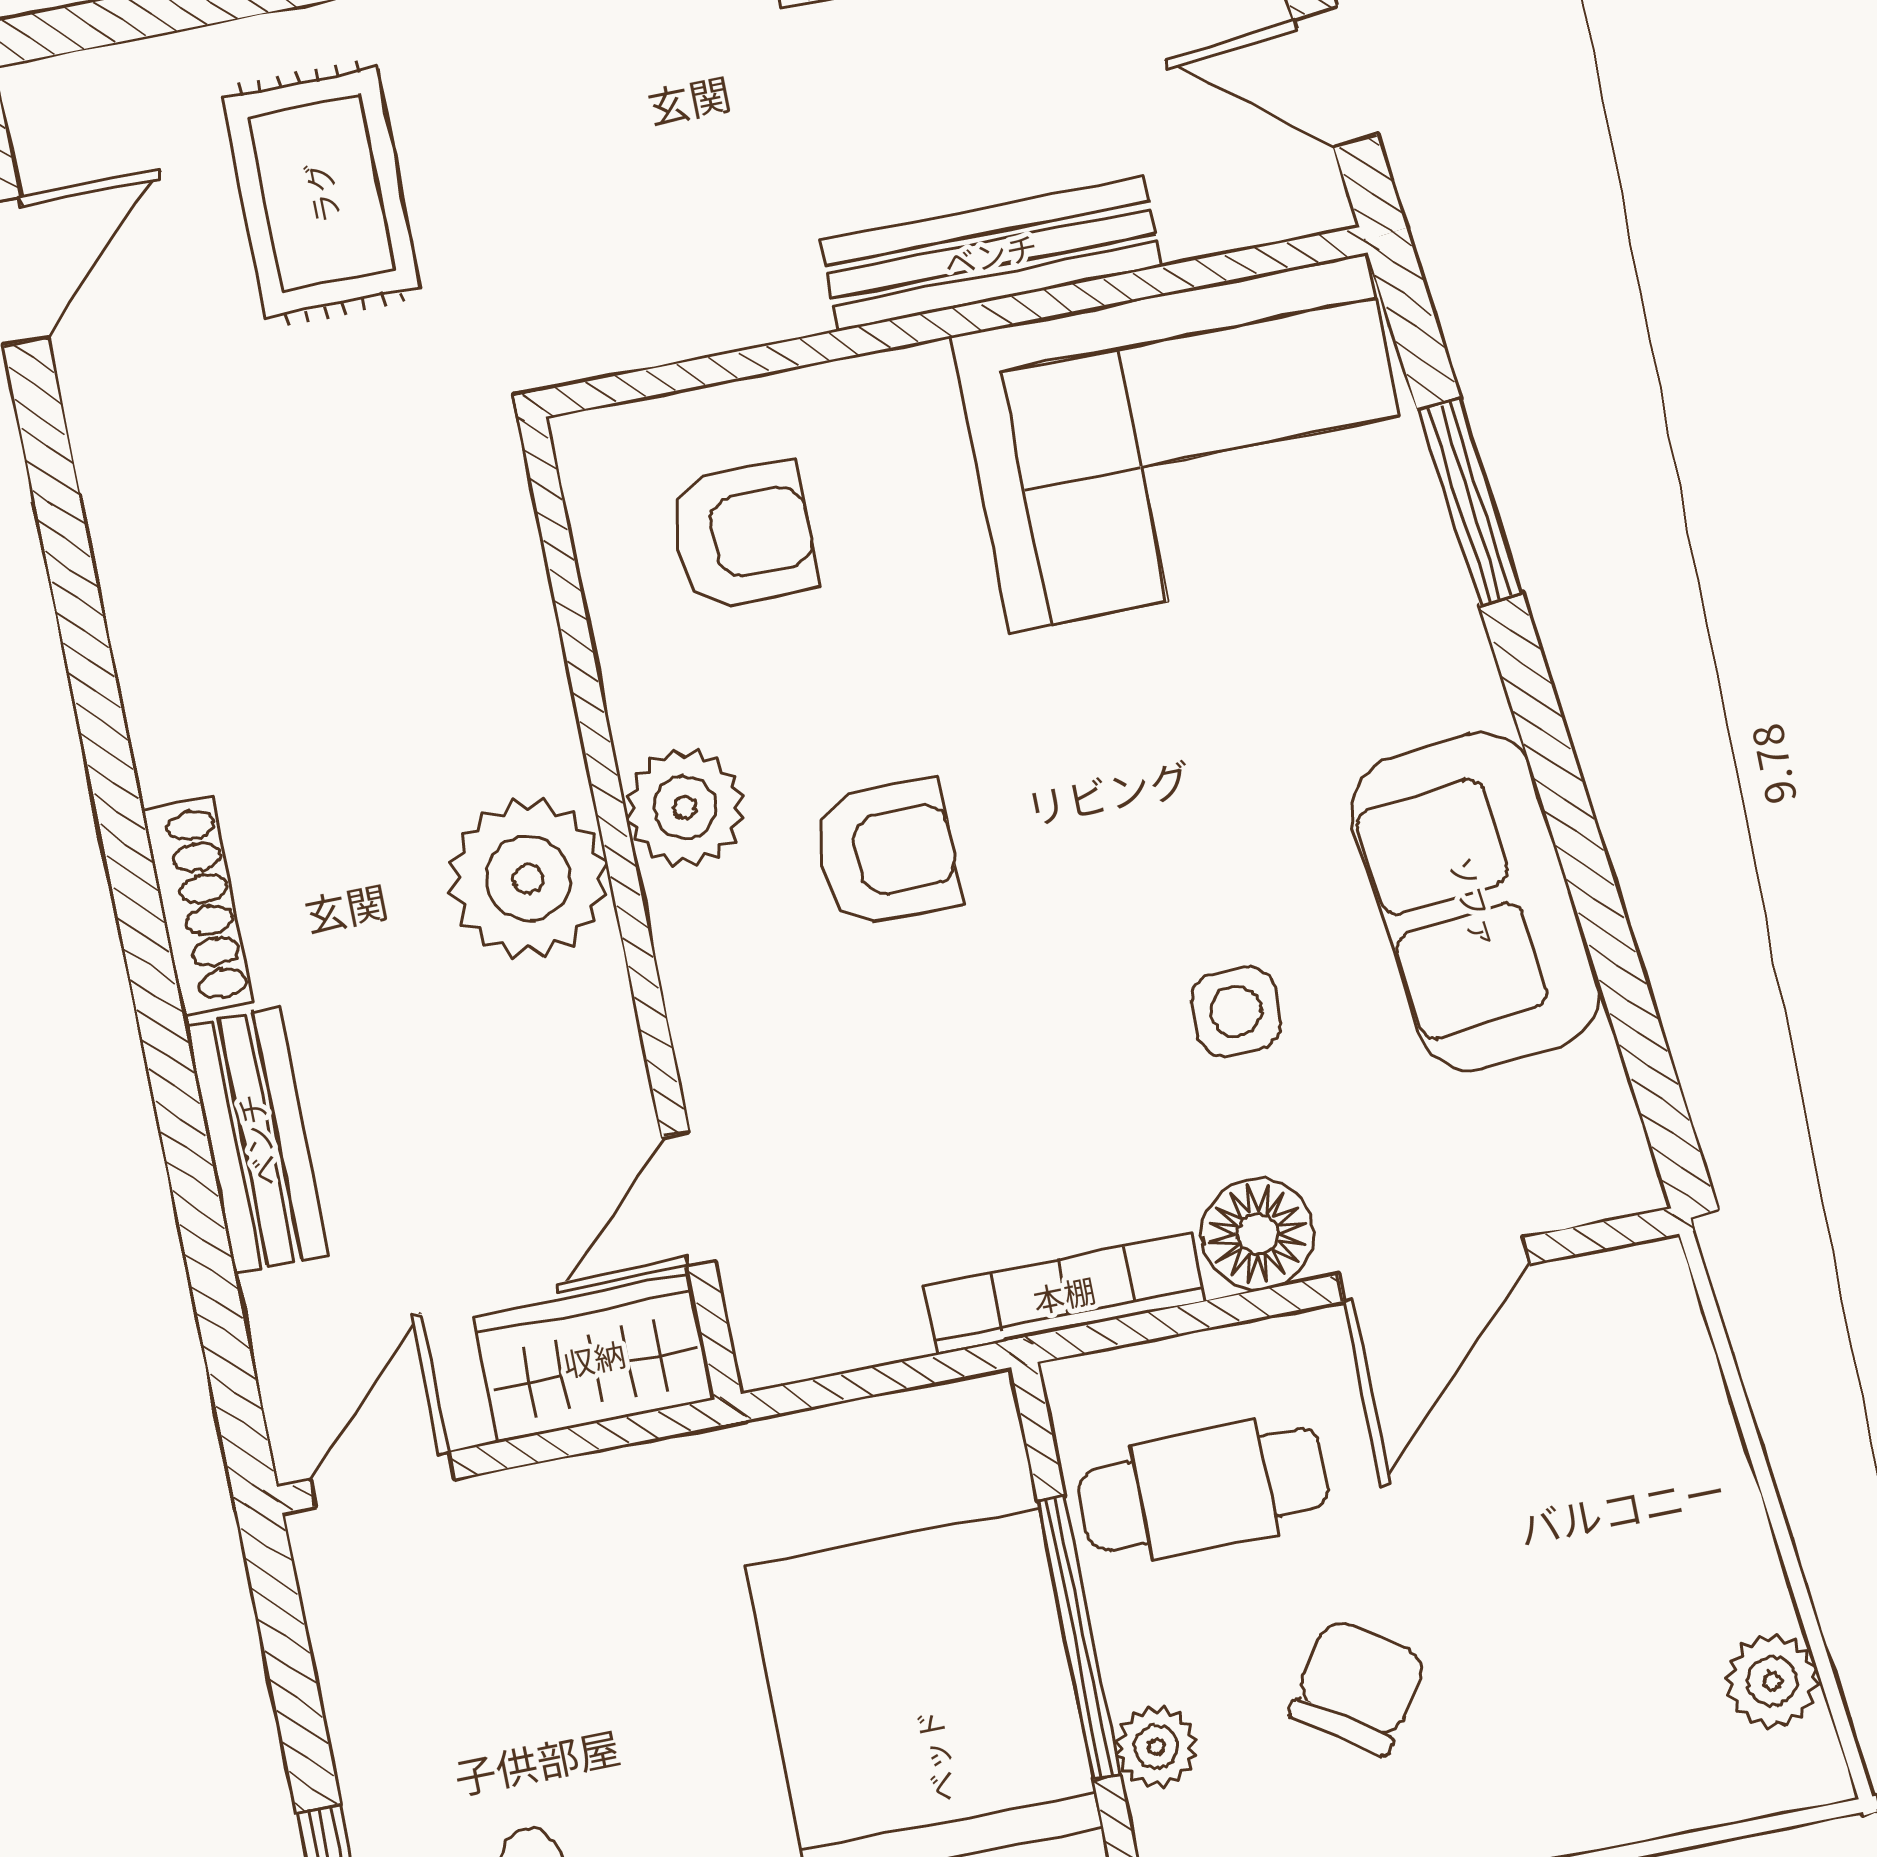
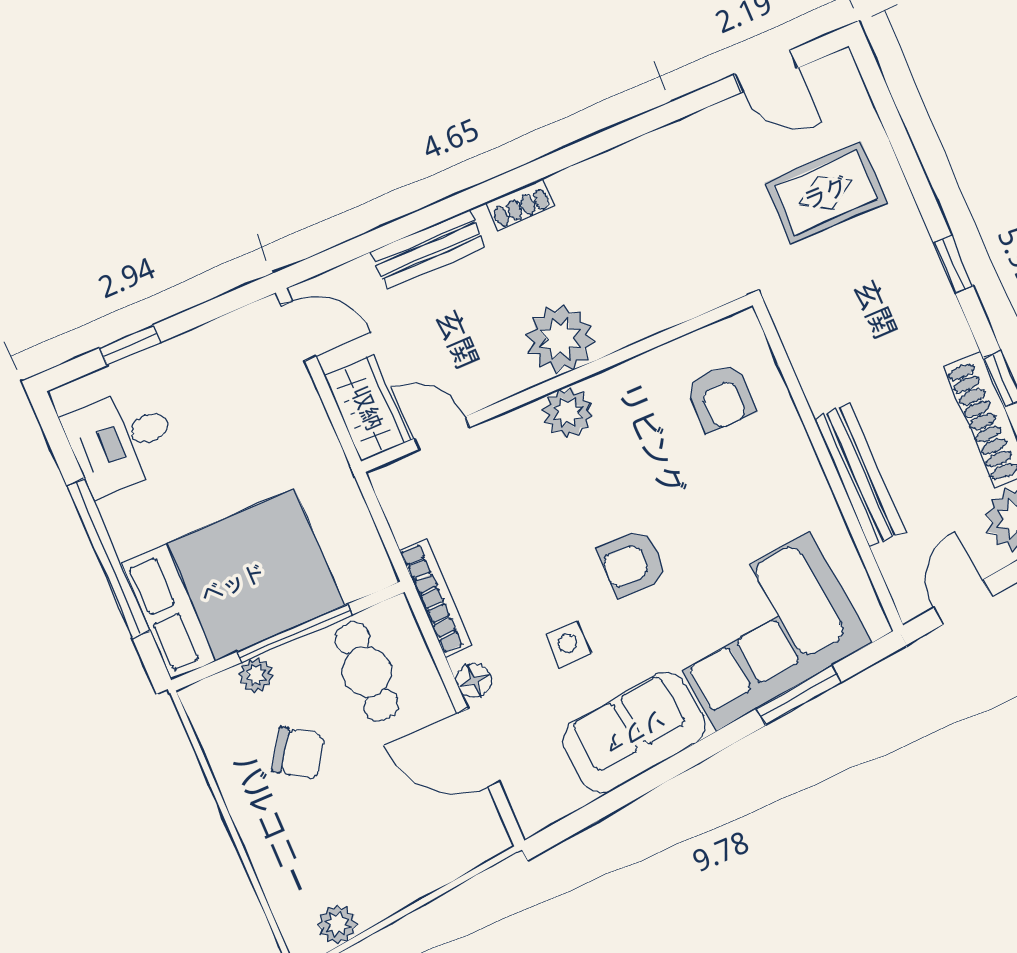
corner sofa: (1188, 443) -> (763, 631), moved, turned 84
plant: (684, 808) -> (568, 412), moved
armchair: (887, 853) -> (633, 563), moved, turned 90
shoe rack: (197, 906) -> (520, 204), width x0.70
floor lamp: (1258, 1234) -> (474, 680), width x0.73, depth x0.73

